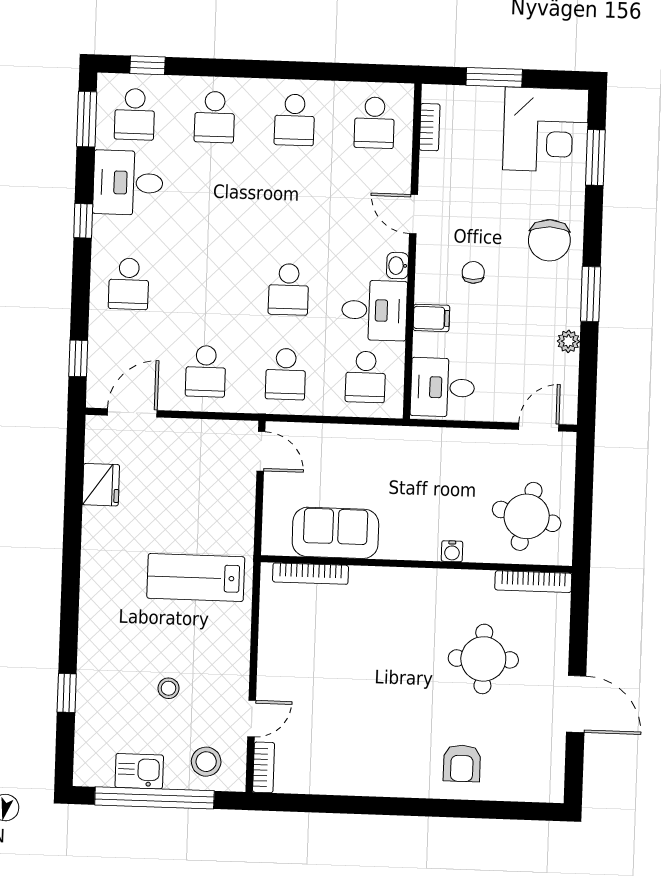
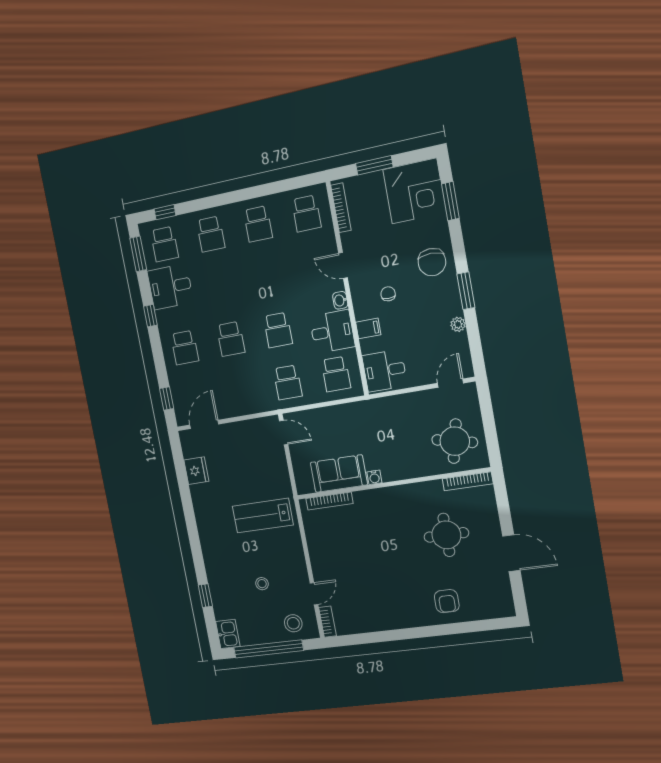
bookcase: (430, 127) -> (341, 208), width x1.56
school desk: (206, 371) -> (231, 339), moved
water cooler: (452, 551) -> (374, 477), moved
kitchen sink: (139, 771) -> (228, 634), moved, turned 90

